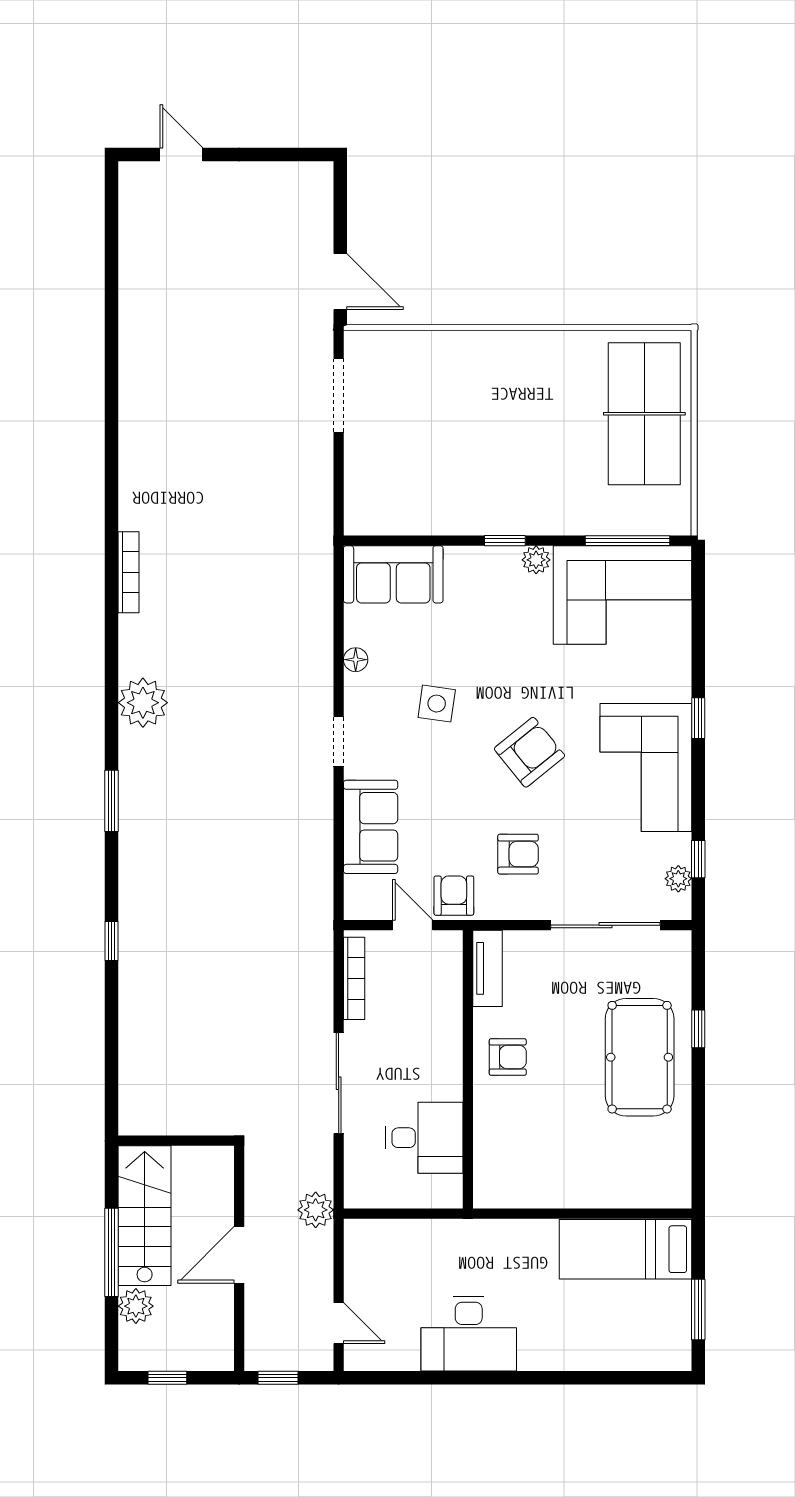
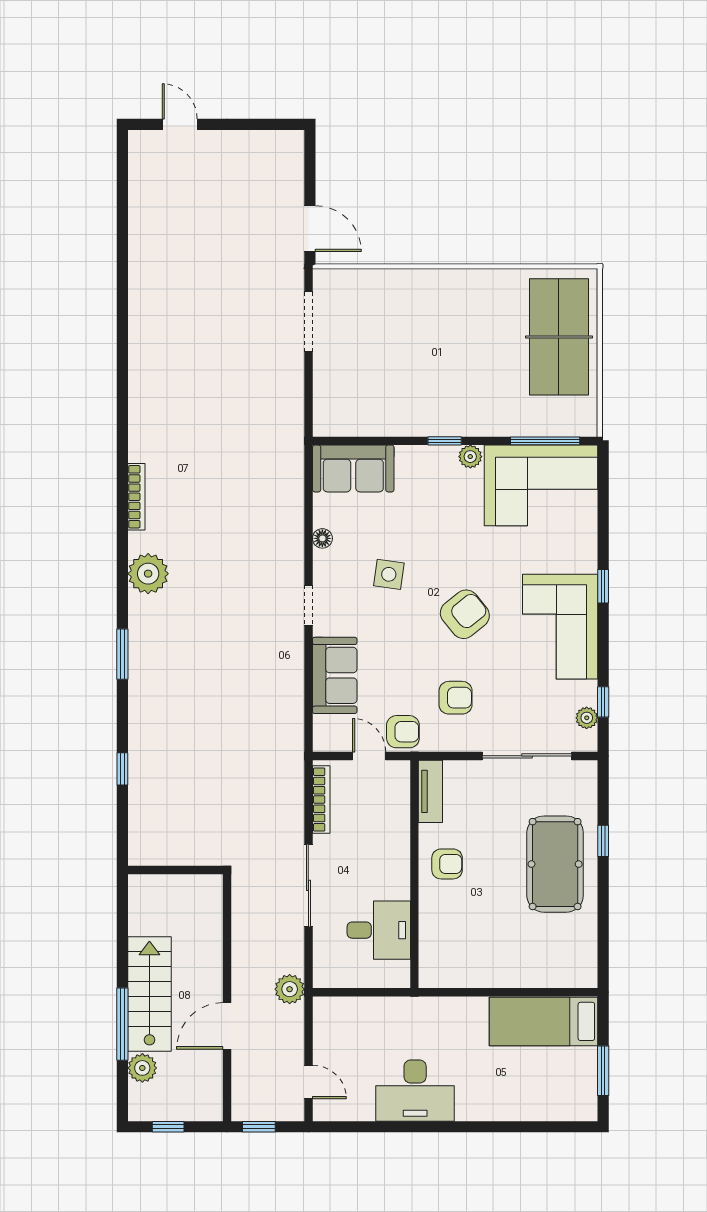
bookcase: (129, 572) -> (136, 497), moved
armchair: (454, 896) -> (403, 732), turned 90
wall: (176, 1141) -> (175, 870), moved

